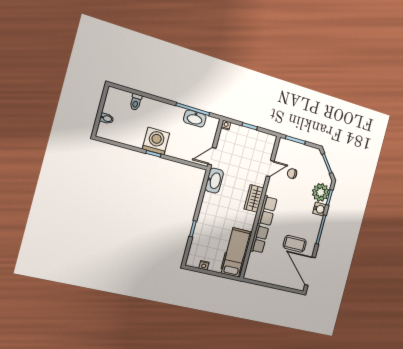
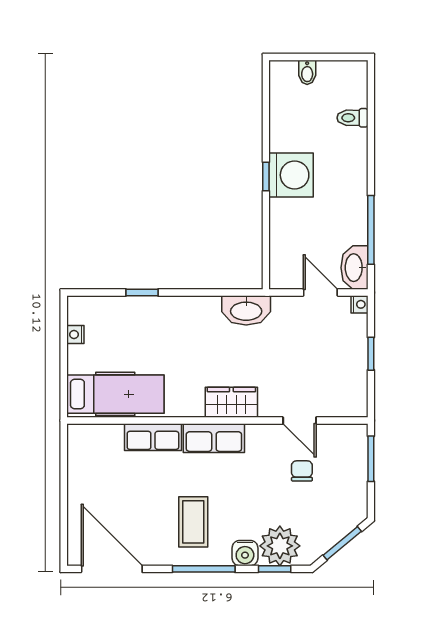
washbasin: (195, 118) -> (354, 268), moved
door: (212, 156) -> (320, 292), moved
coffee table: (295, 244) -> (193, 522), moved
door: (310, 271) -> (112, 569), hinge flipped

